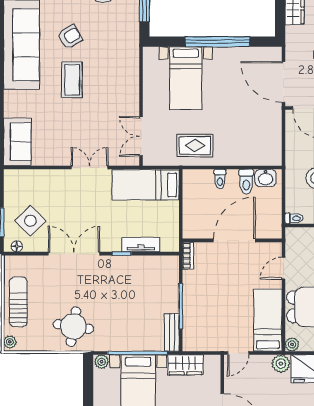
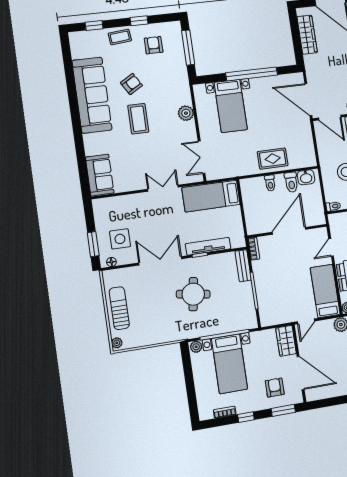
plant: (130, 80) -> (186, 113), added
rug: (195, 146) -> (273, 159), moved
side table: (30, 221) -> (120, 239), turned 45
tv unit: (141, 245) -> (208, 246), width x1.41
round table: (73, 327) -> (193, 294), moved
bench: (172, 332) -> (243, 266), moved
wardrobe: (185, 365) -> (286, 341), moved, turned 90

